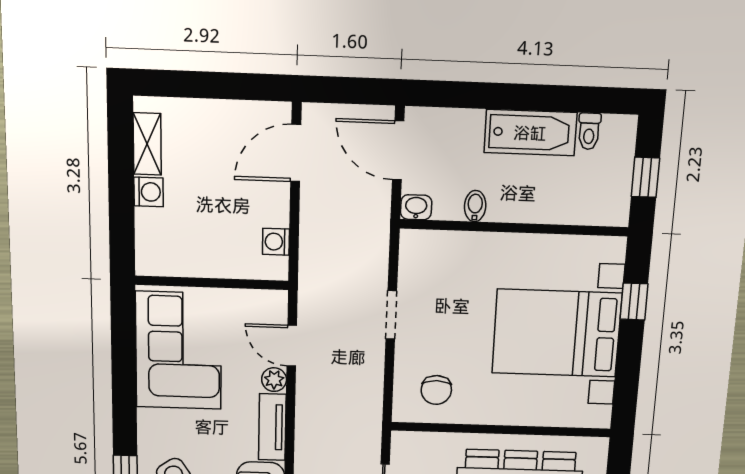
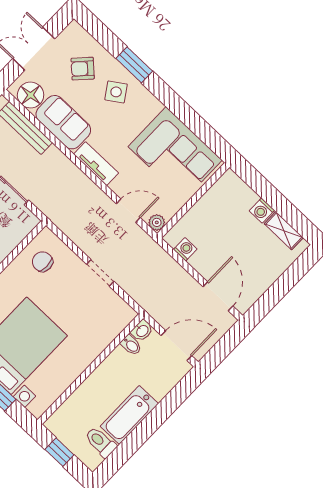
toilet: (589, 131) -> (101, 442), width x1.37, depth x1.39
bidet: (475, 206) -> (131, 345), moved
plant: (274, 380) -> (157, 222), moved

